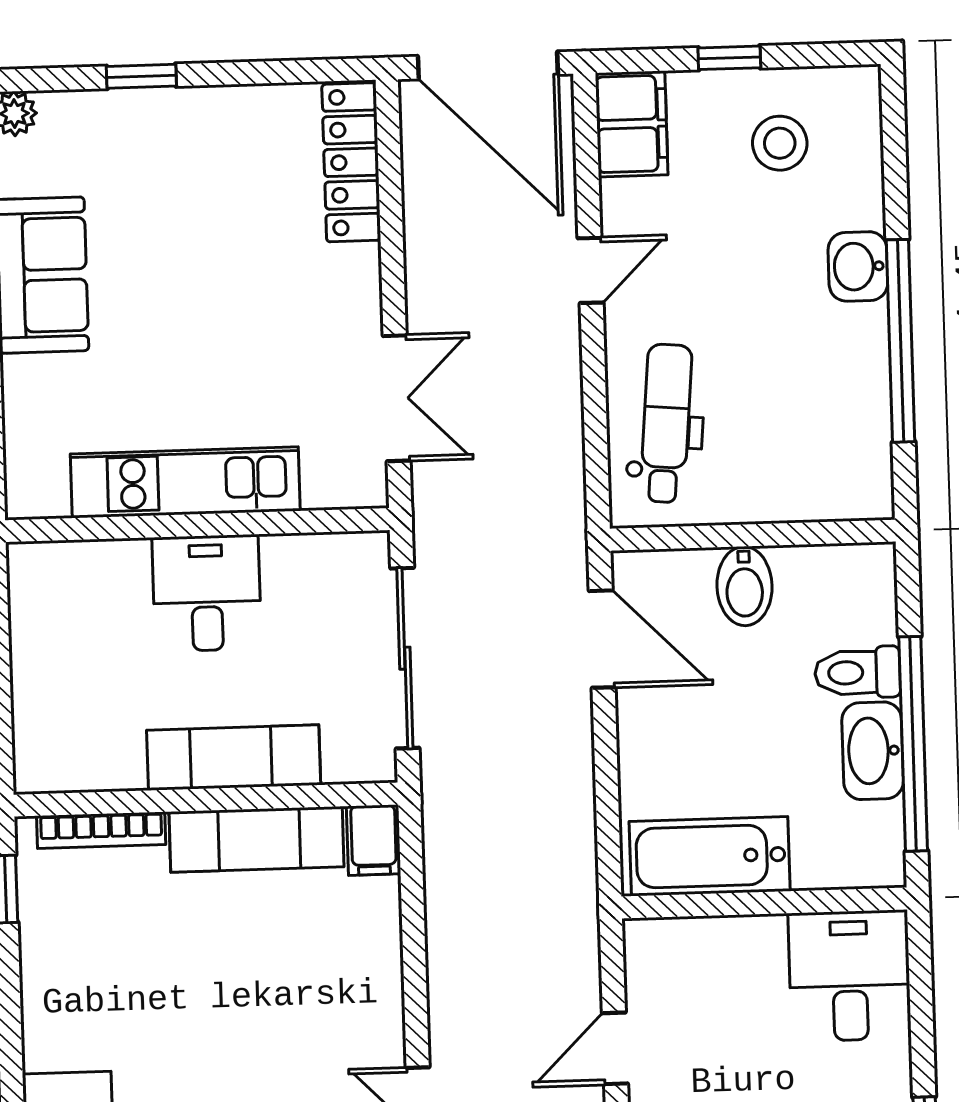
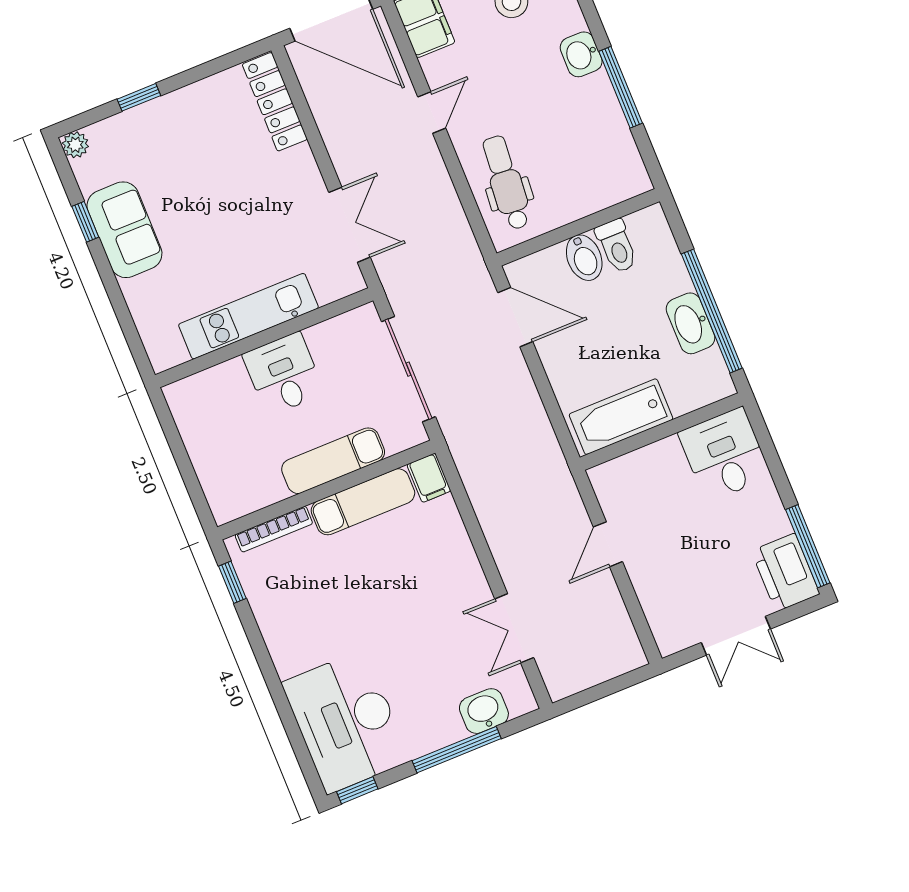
window: (900, 341) -> (621, 87), width x0.68
toilet: (858, 672) -> (617, 246), moved, turned -90

